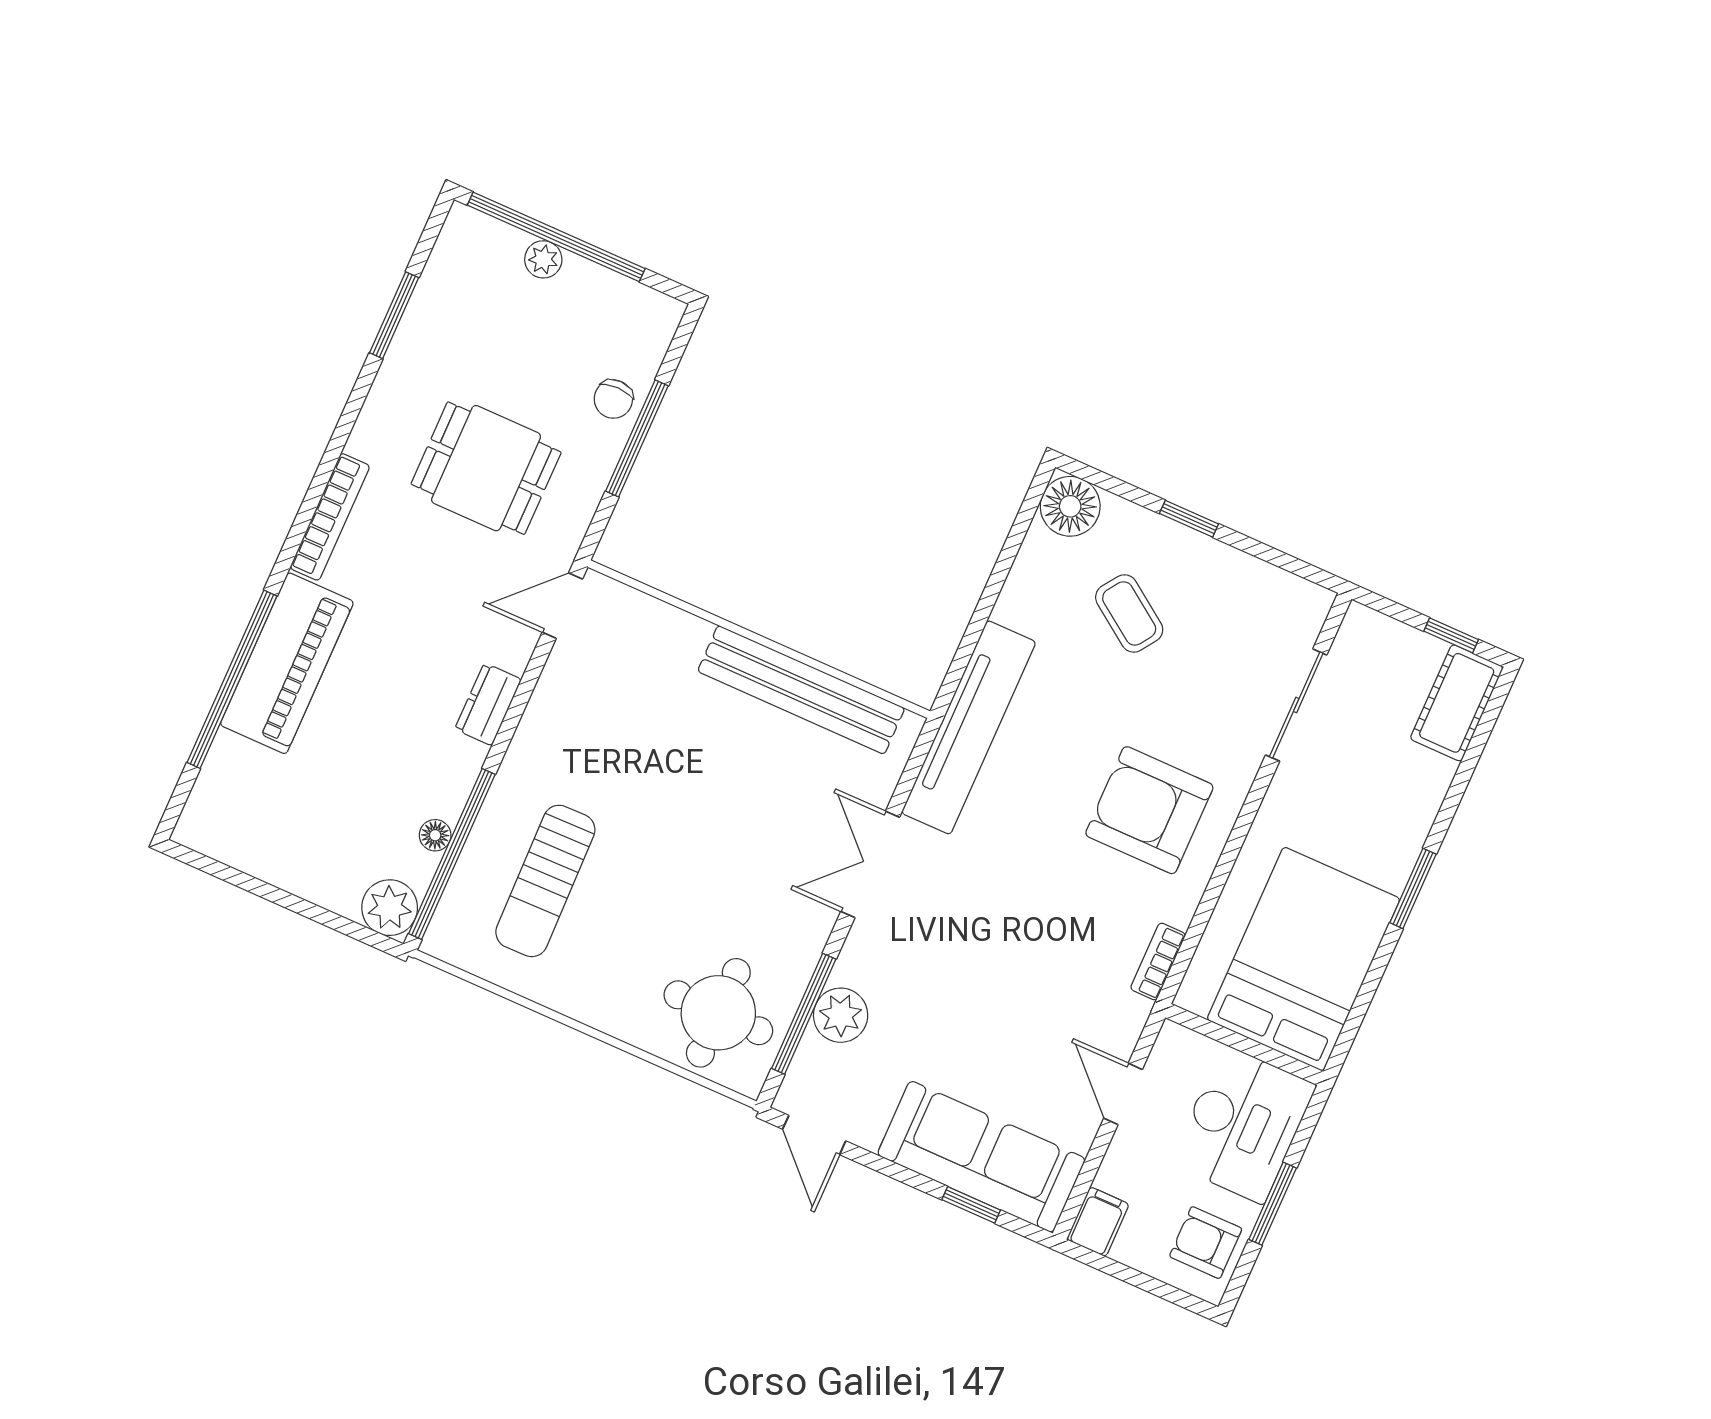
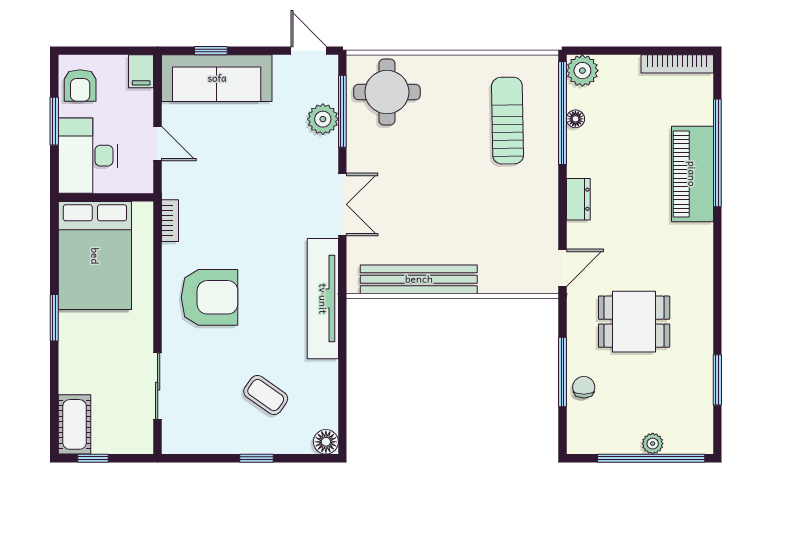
floor lamp: (1070, 506) -> (326, 442), width x0.73, depth x0.73
bookcase: (330, 517) -> (677, 64), moved, turned -90
armchair: (1206, 1243) -> (80, 85), turned 90

